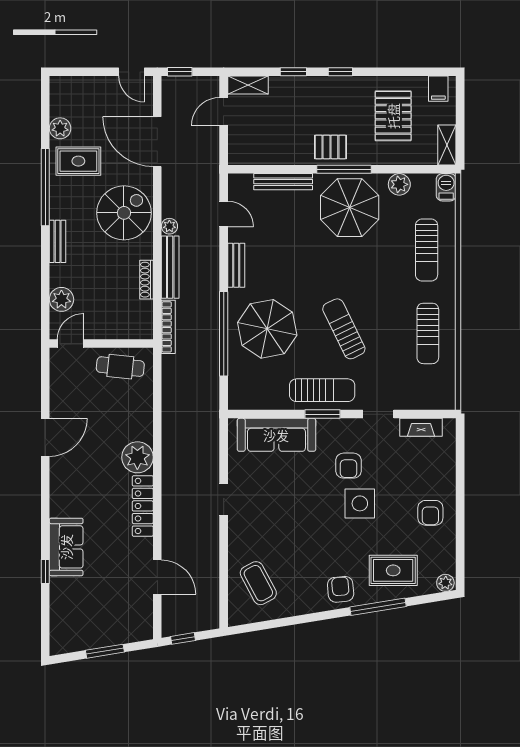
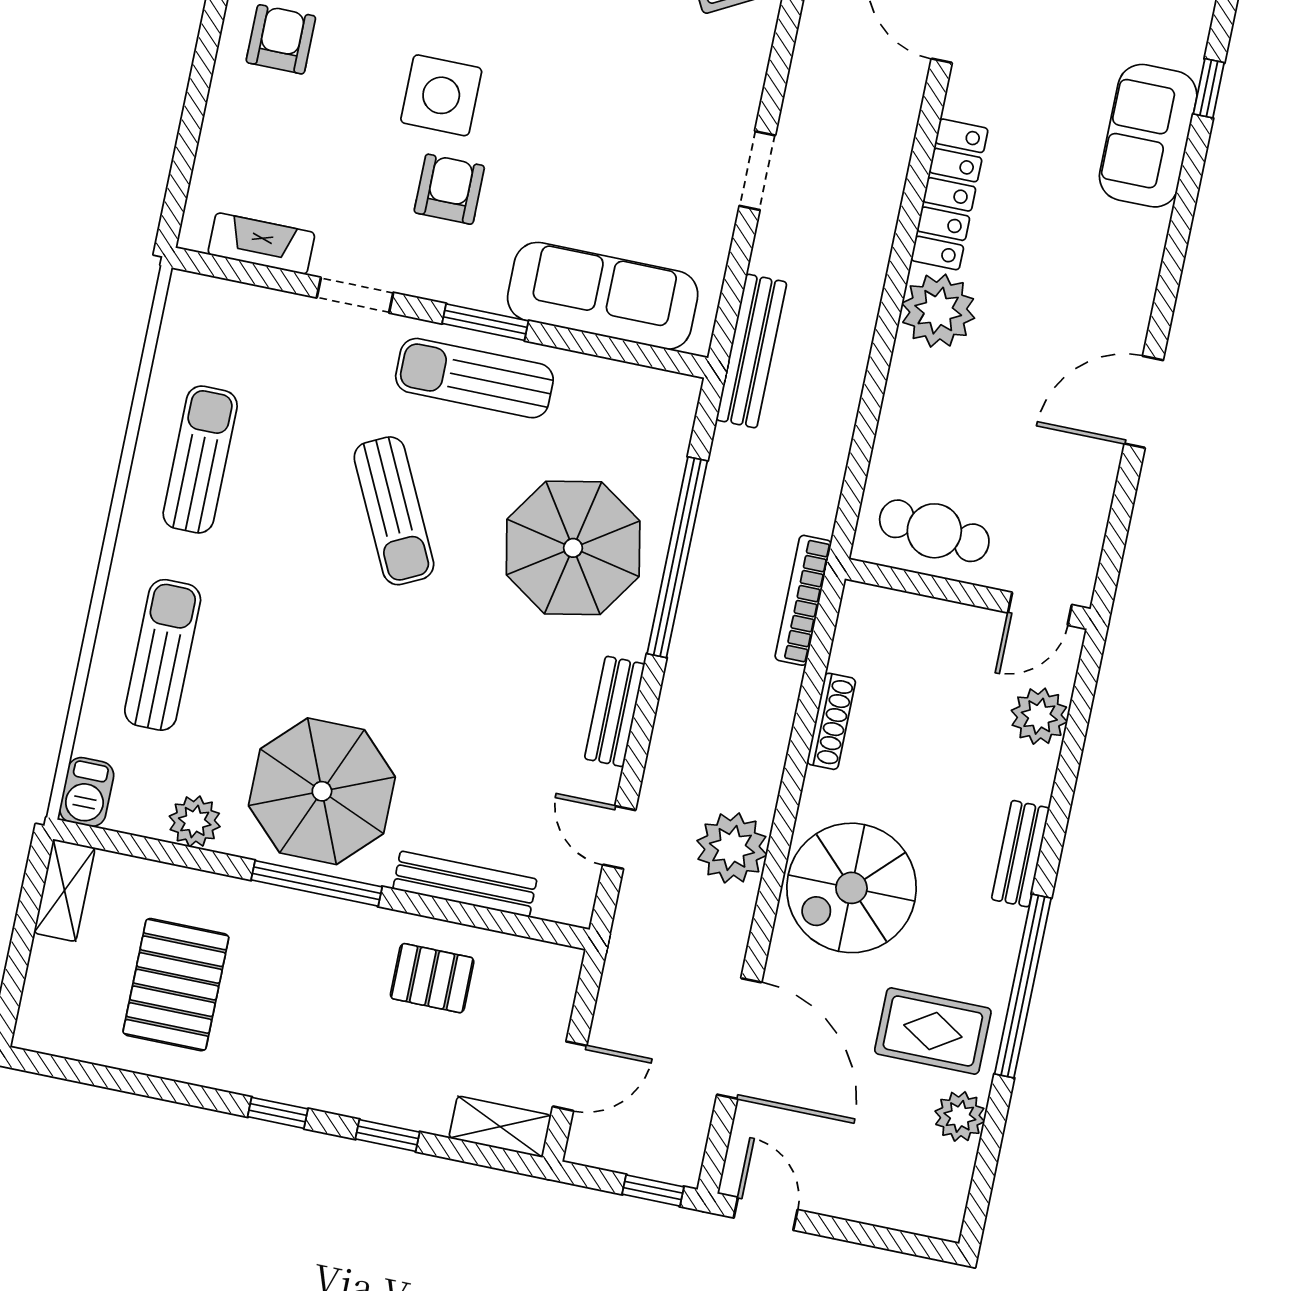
filing cabinet: (438, 89) -> (57, 1026), removed
pallet: (330, 147) -> (432, 978), moved
plant: (169, 226) -> (732, 848), width x1.88, depth x1.88
bench: (170, 267) -> (751, 351), moved

